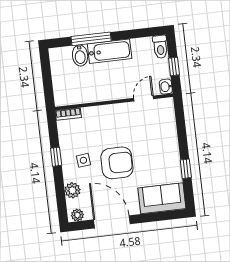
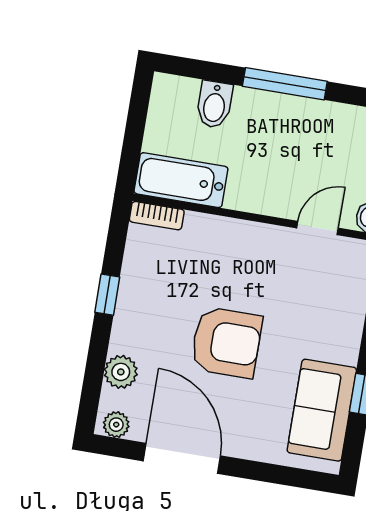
window: (91, 39) -> (285, 84), moved
bathtub: (110, 51) -> (181, 180), moved, turned 180
side table: (83, 160) -> (160, 318), removed
sofa: (162, 198) -> (322, 410), moved, turned -90

